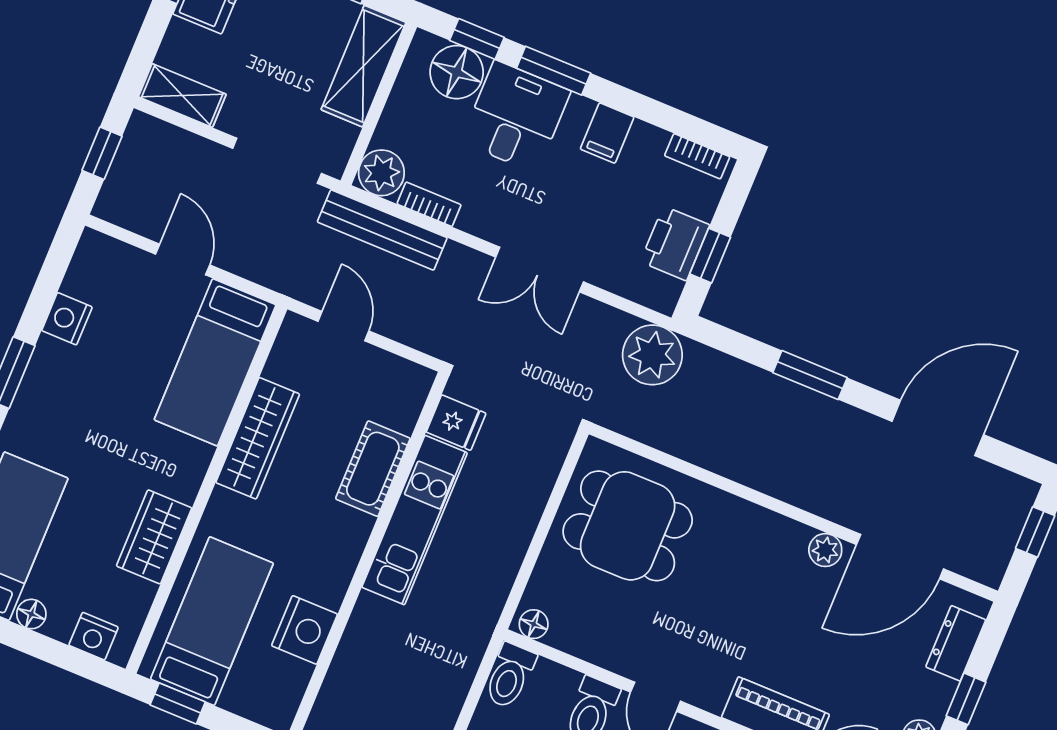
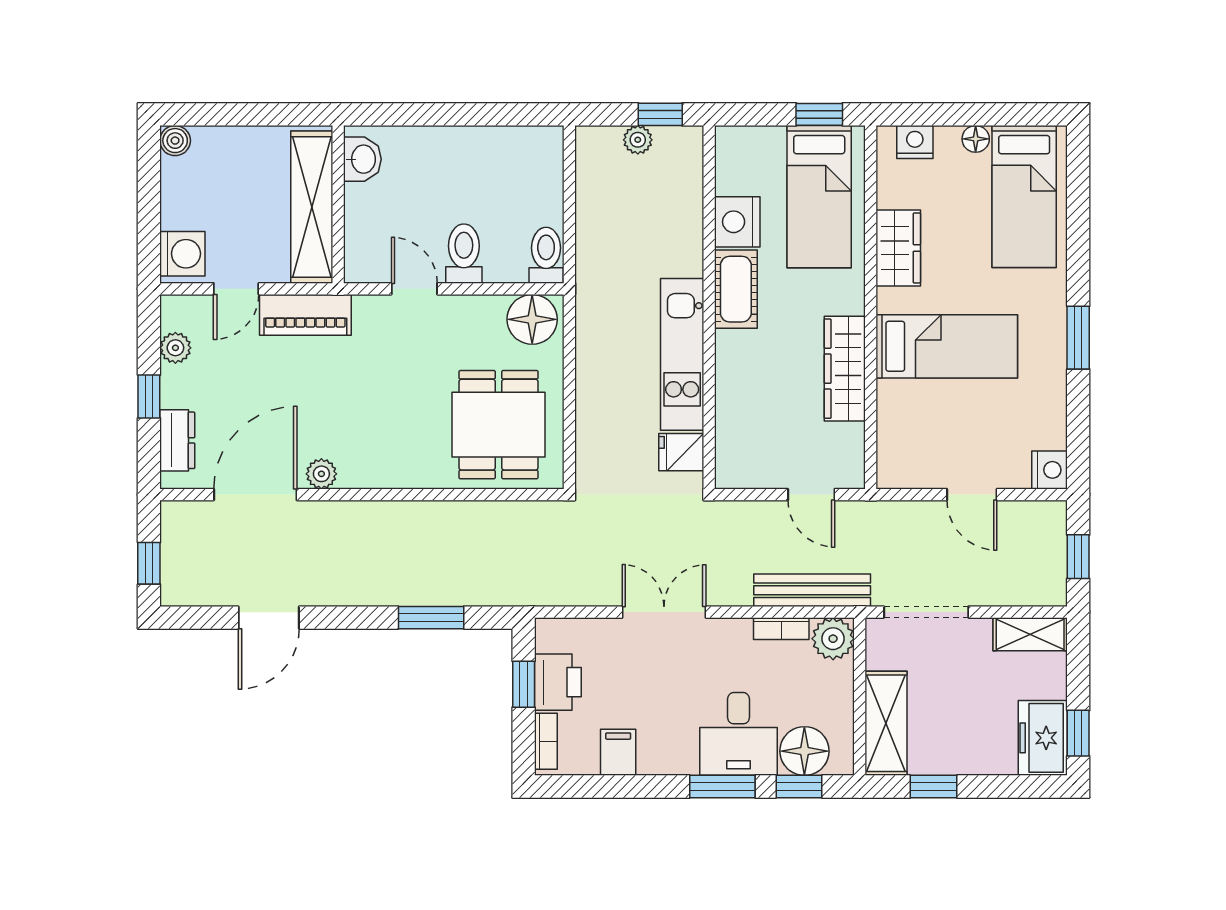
filing cabinet: (607, 133) -> (618, 752), moved
bookcase: (697, 156) -> (546, 741), moved, turned 90
nightstand: (67, 319) -> (1050, 470), moved
plant: (652, 355) -> (538, 579), removed
bed: (215, 362) -> (947, 346), moved, turned 90
window: (810, 375) -> (431, 618), moved
door: (938, 428) -> (269, 618), width x0.73
cot: (373, 469) -> (736, 289), moved
dining table: (628, 526) -> (499, 425), turned 90
floor lamp: (534, 624) -> (532, 319), width x1.89, depth x1.89

